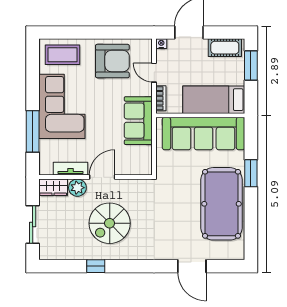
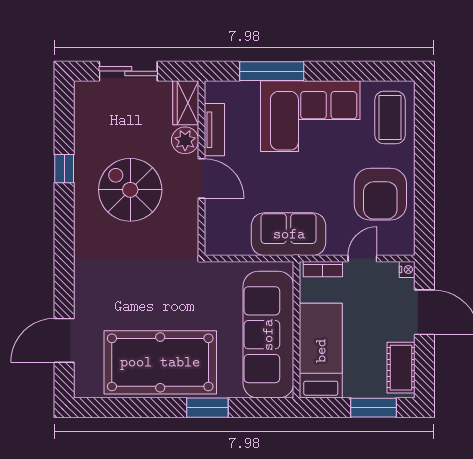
door: (192, 266) -> (64, 340), moved

